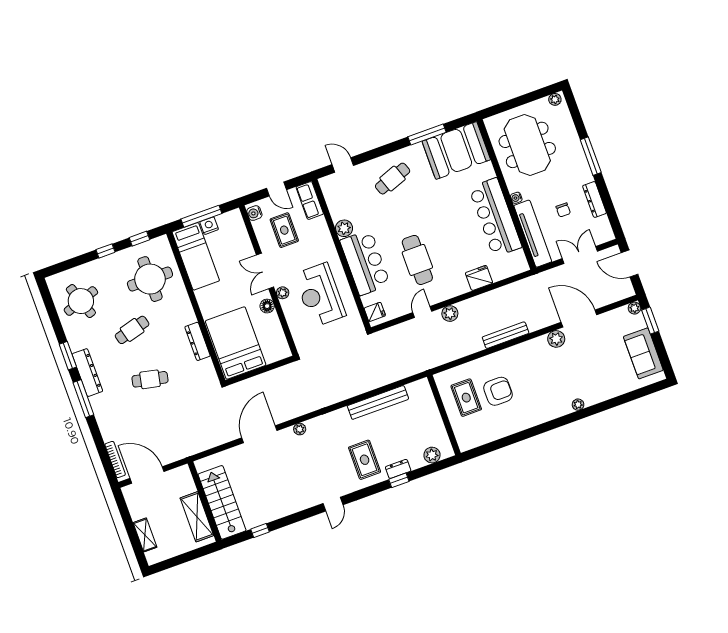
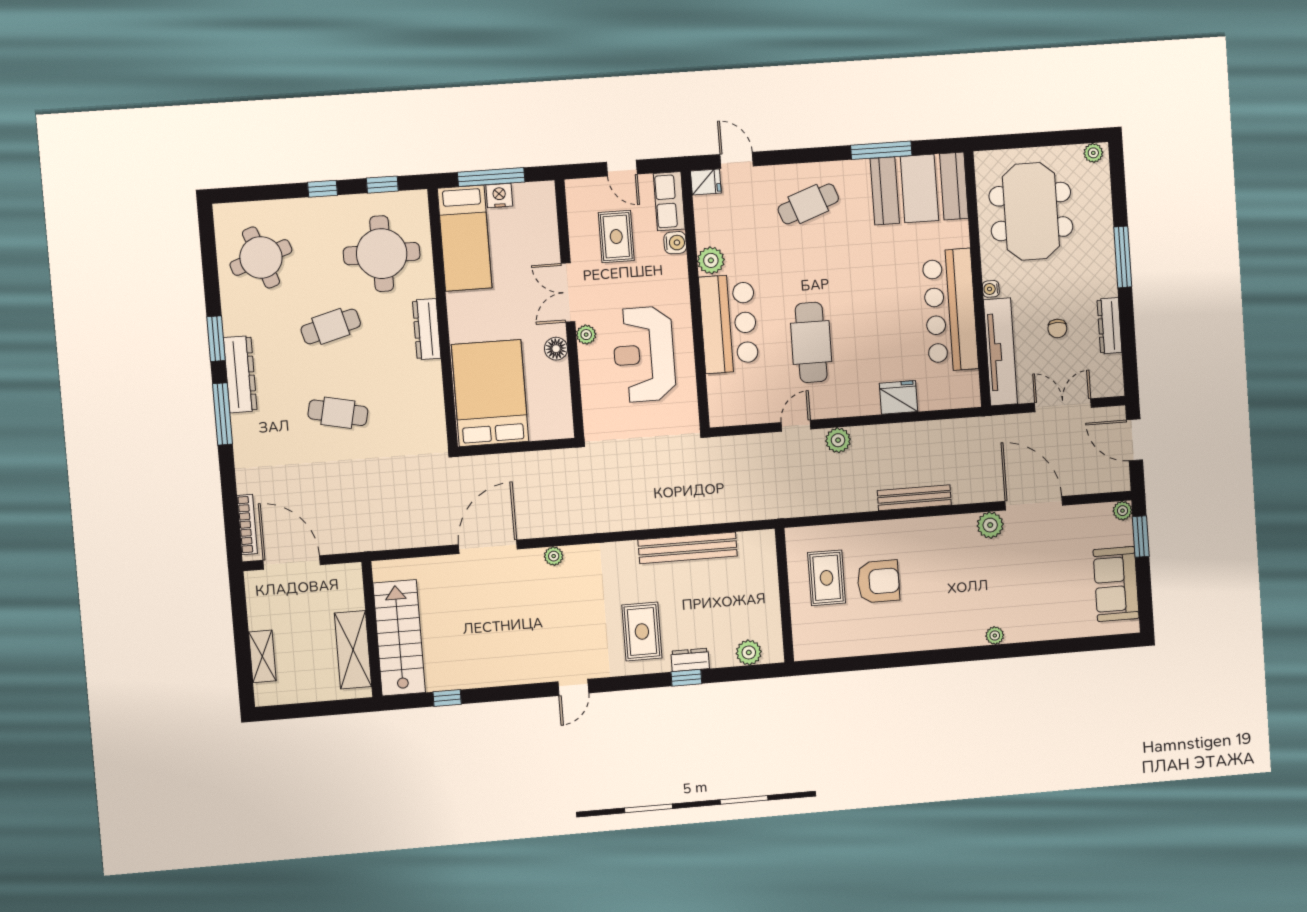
water cooler: (254, 213) -> (675, 243), moved, turned 180
fridge: (375, 312) -> (706, 182), moved
dresser: (197, 341) -> (427, 329), moved

